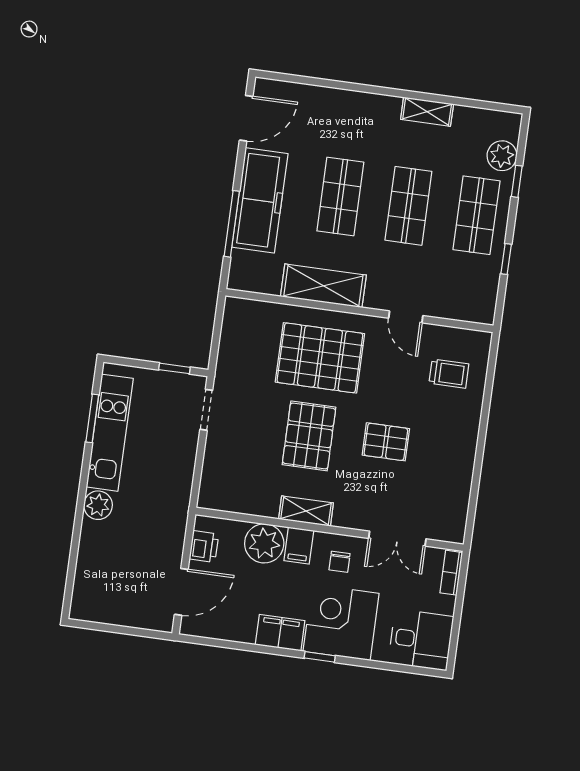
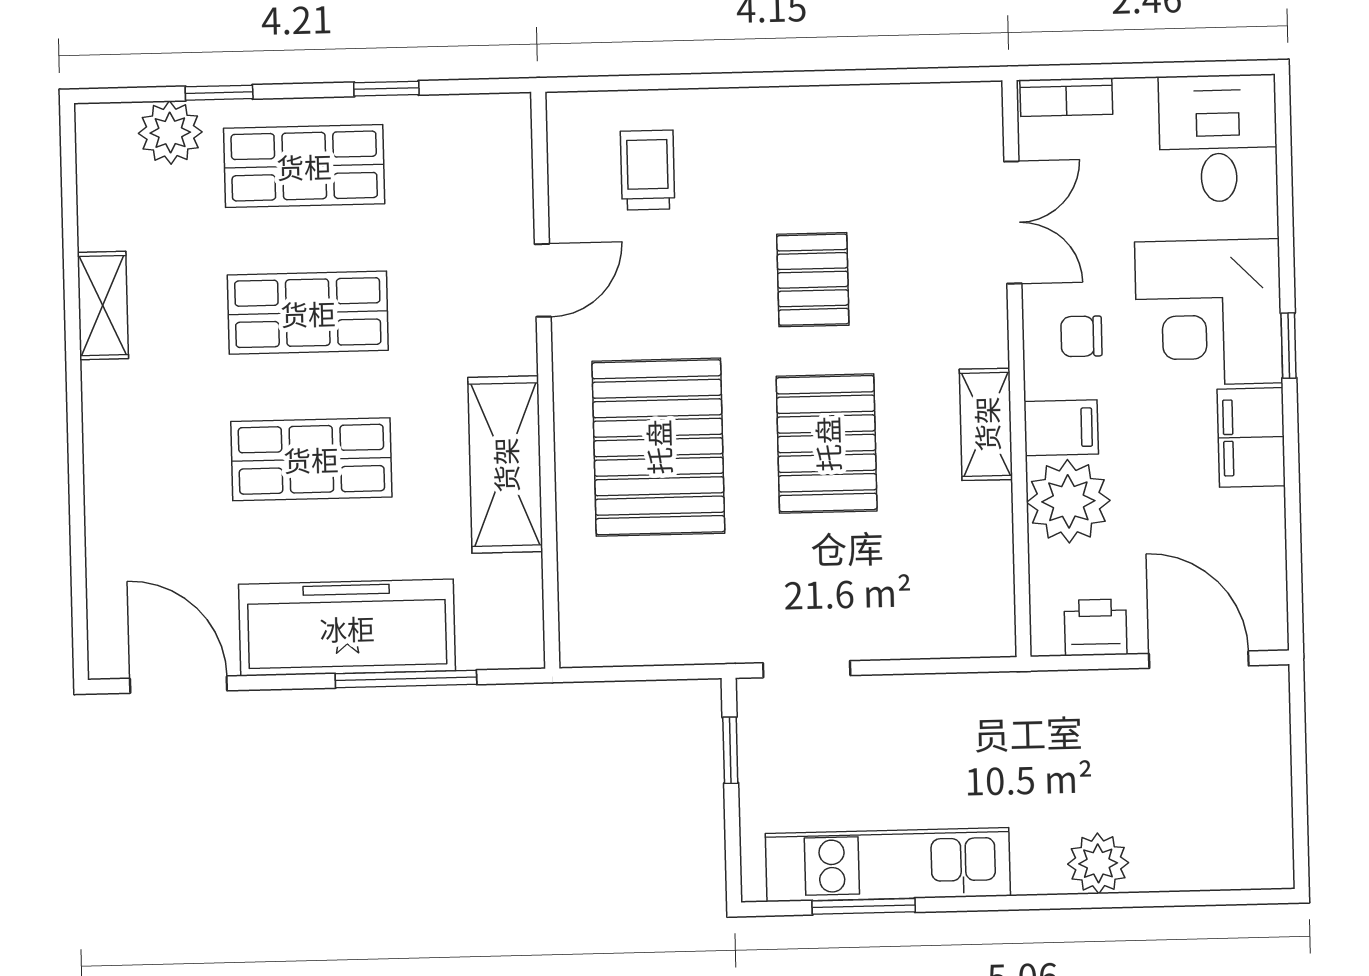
pallet: (309, 436) -> (827, 444), turned 90
plant: (98, 505) -> (1098, 863), moved
chair: (340, 562) -> (1081, 336), turned 180

